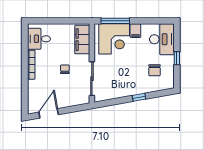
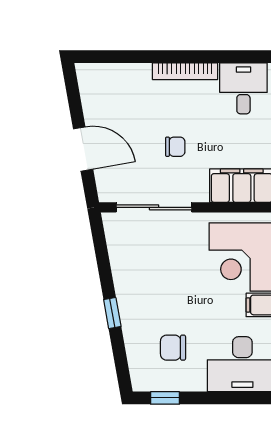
window: (177, 58) -> (165, 398), moved
door: (49, 113) -> (83, 149), moved

